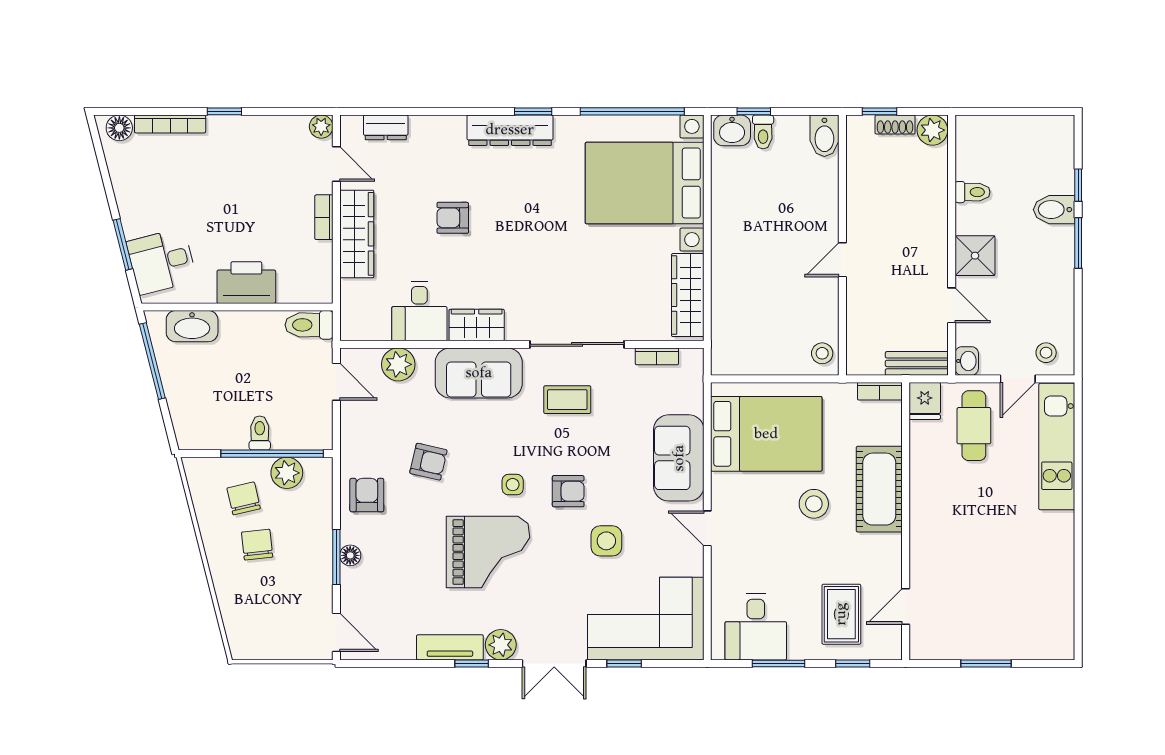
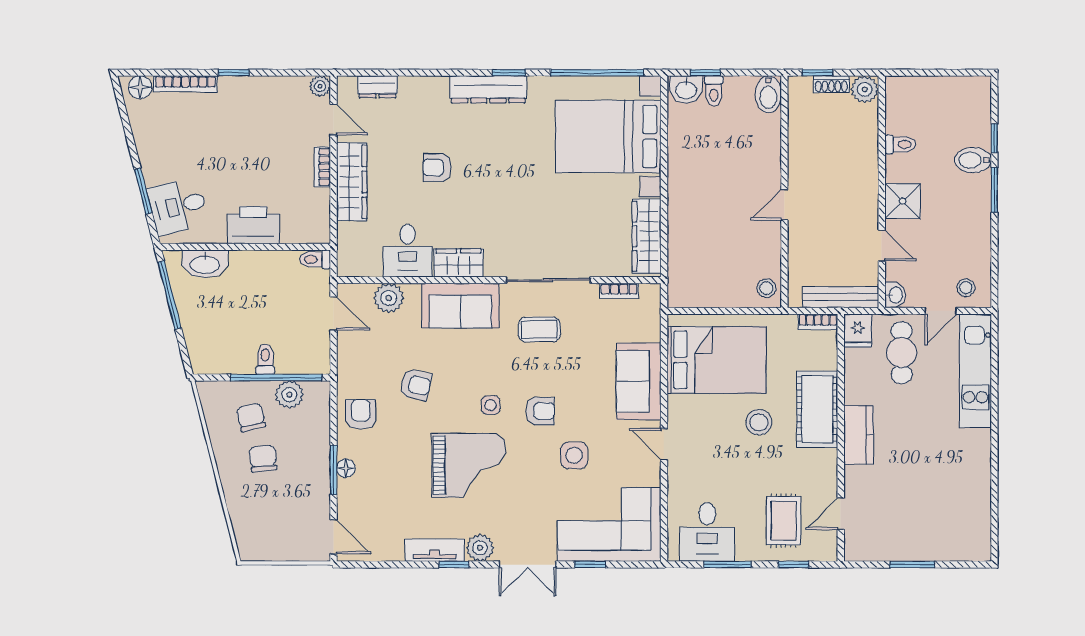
toilet: (309, 325) -> (315, 259), width x0.73, depth x0.72
bench: (917, 363) -> (841, 297), width x1.36
kitchen counter: (926, 518) -> (858, 435), added

